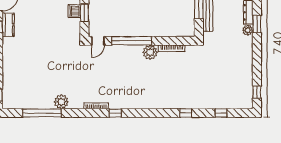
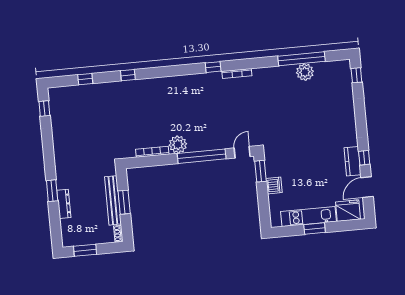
window: (84, 13) -> (260, 171), moved
plant: (248, 30) -> (63, 182), removed
plant: (61, 102) -> (305, 72), moved

